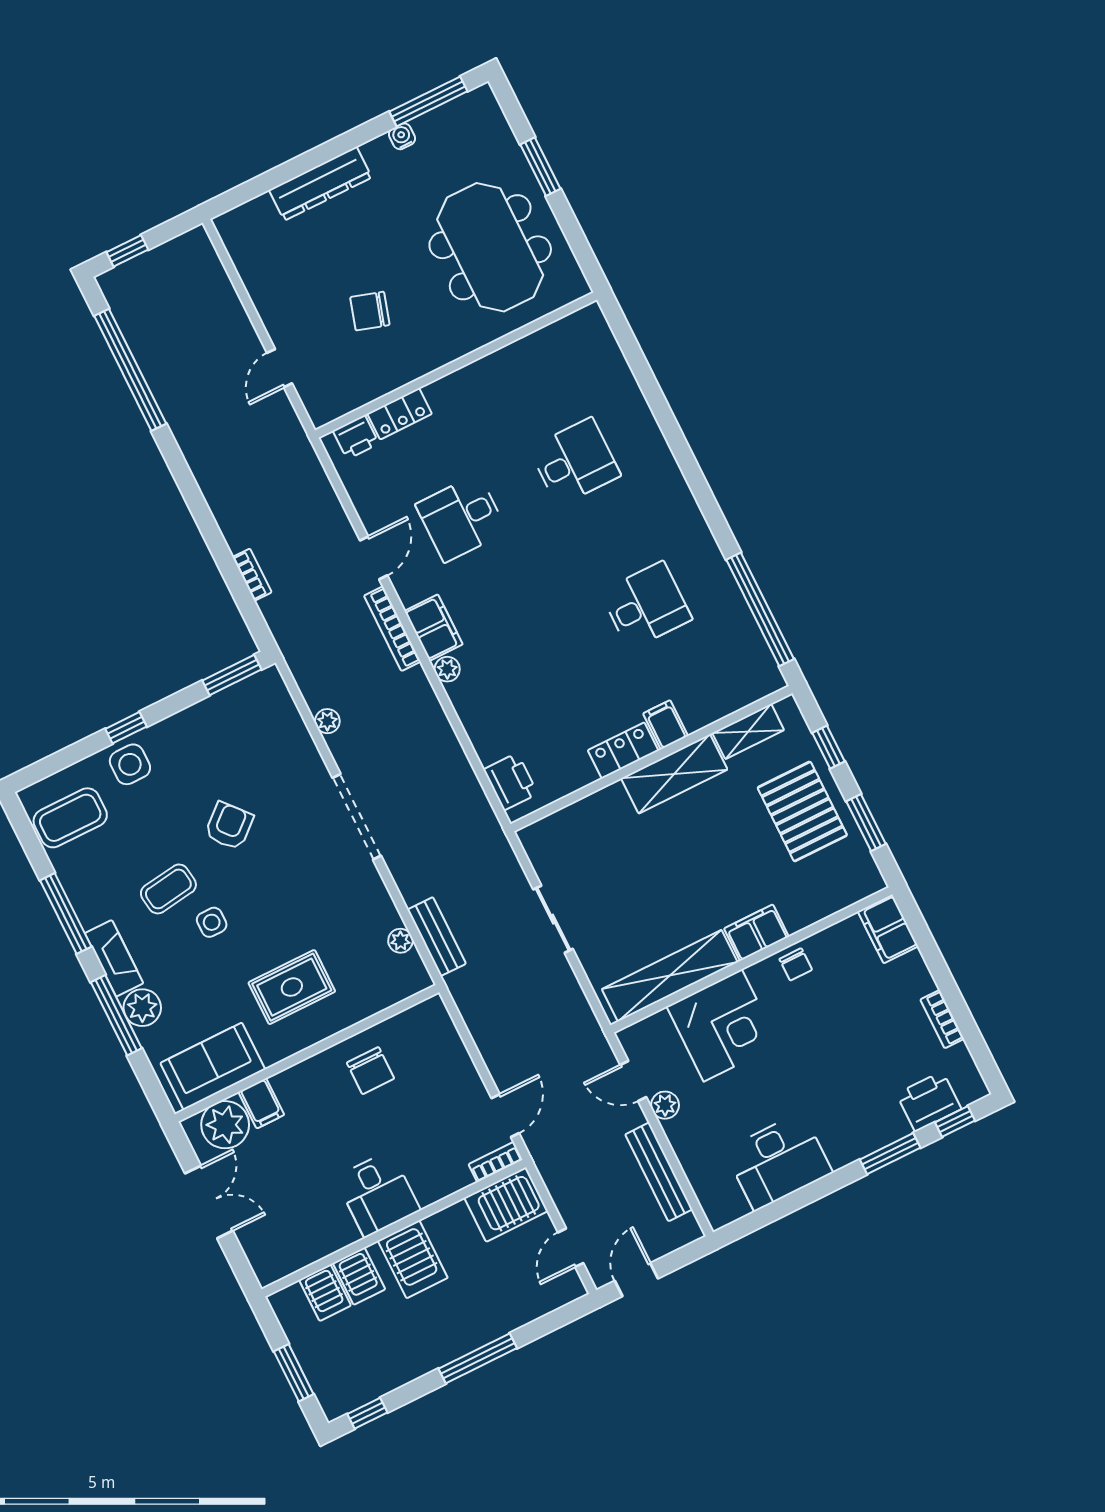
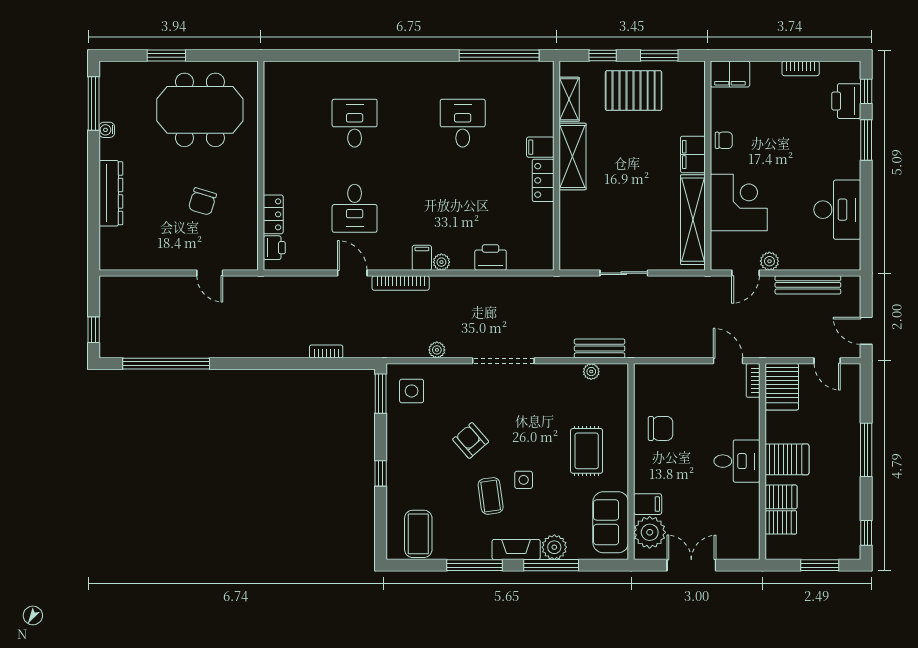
filing cabinet: (434, 628) -> (422, 258), width x0.50
side table: (130, 764) -> (412, 391), moved
printer: (511, 782) -> (491, 258), moved

